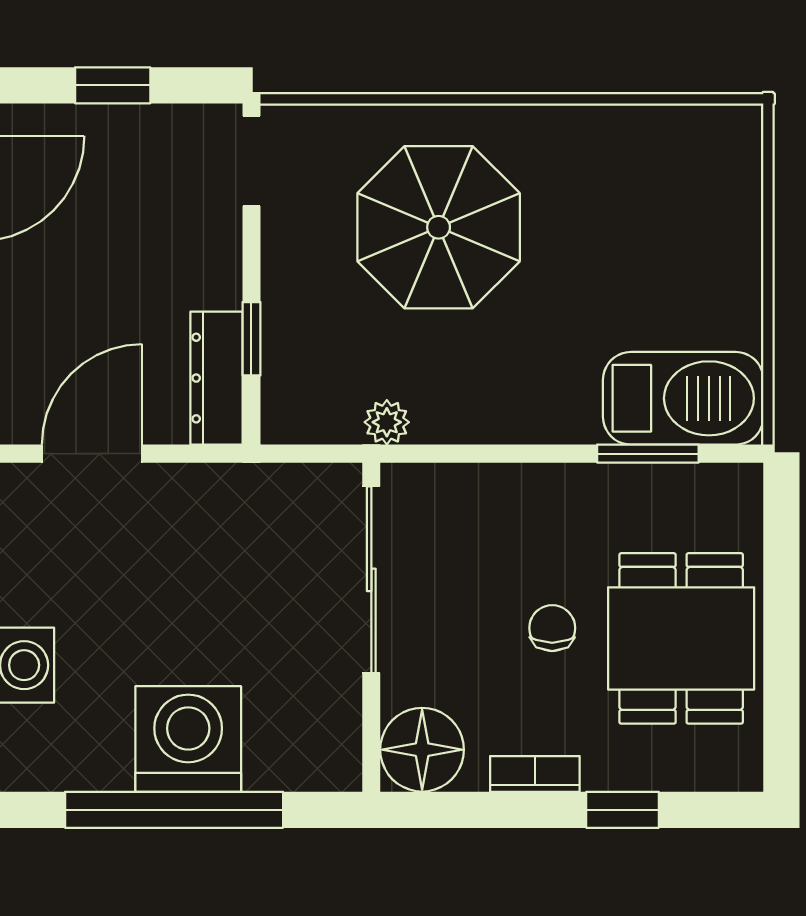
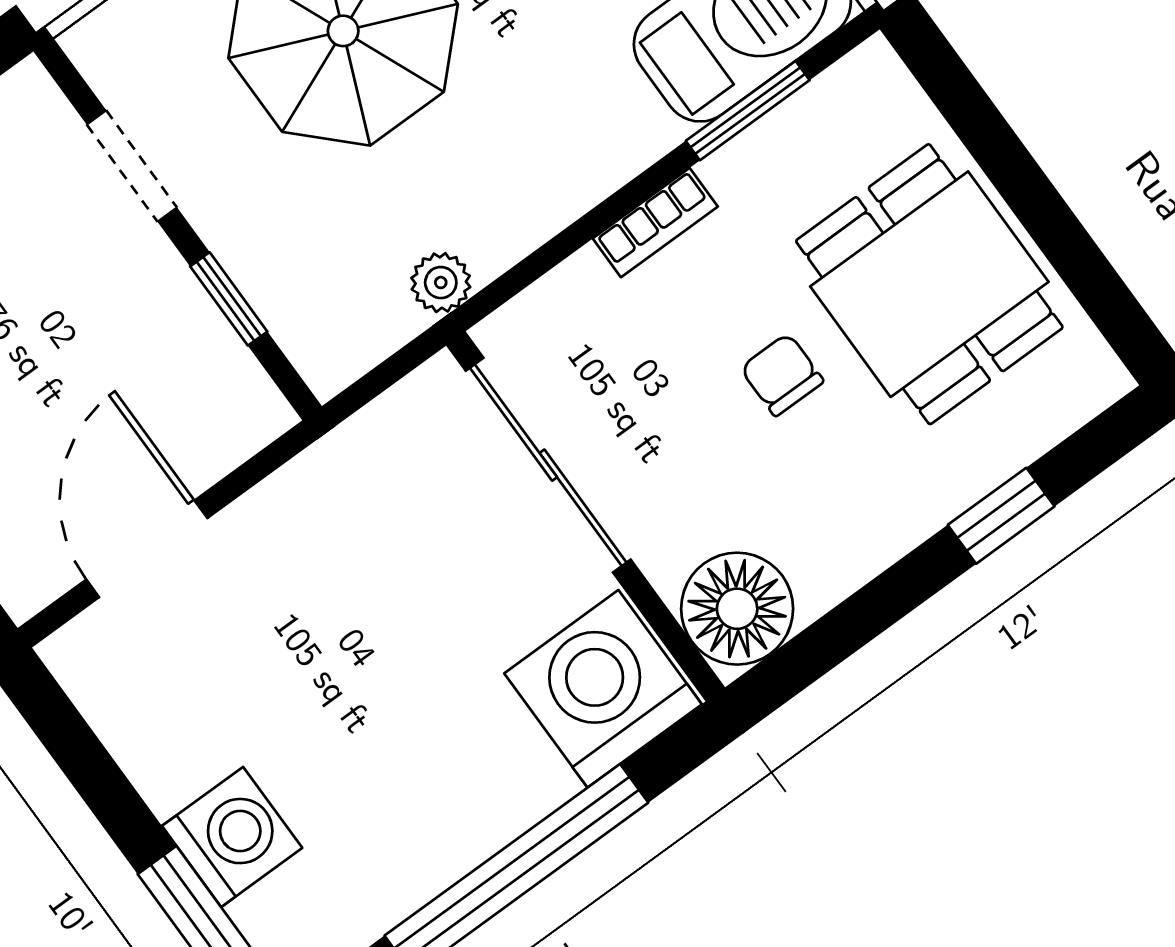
doorway: (251, 161) -> (132, 166), moved
dresser: (216, 378) -> (222, 369), removed
washing machine: (188, 739) -> (603, 689), moved
bookcase: (535, 774) -> (655, 223), moved, turned 180

